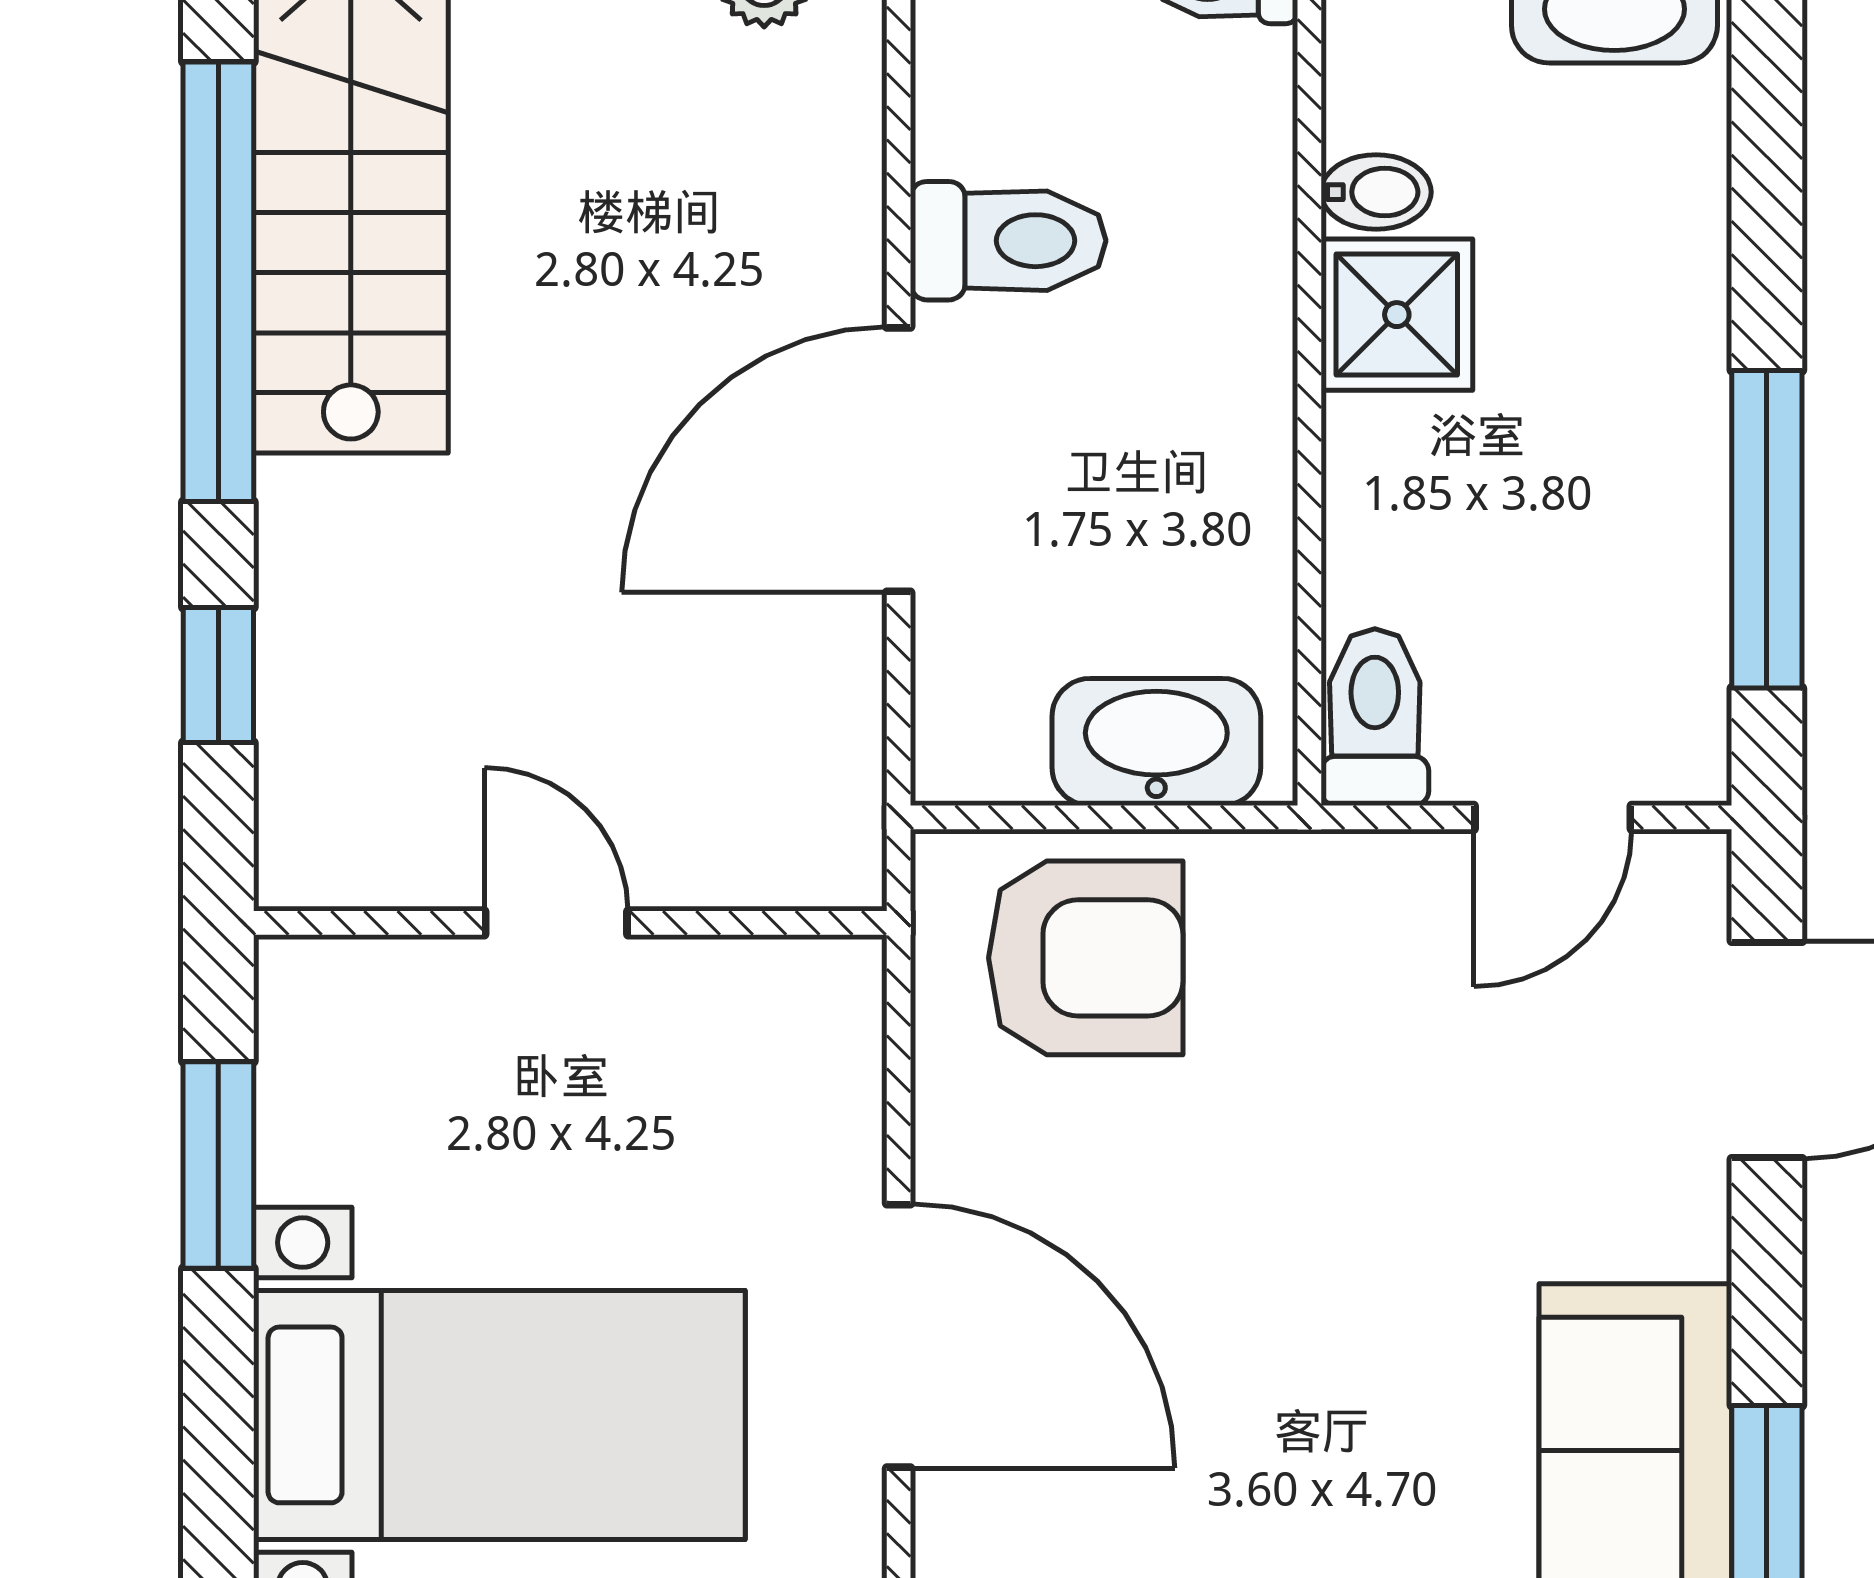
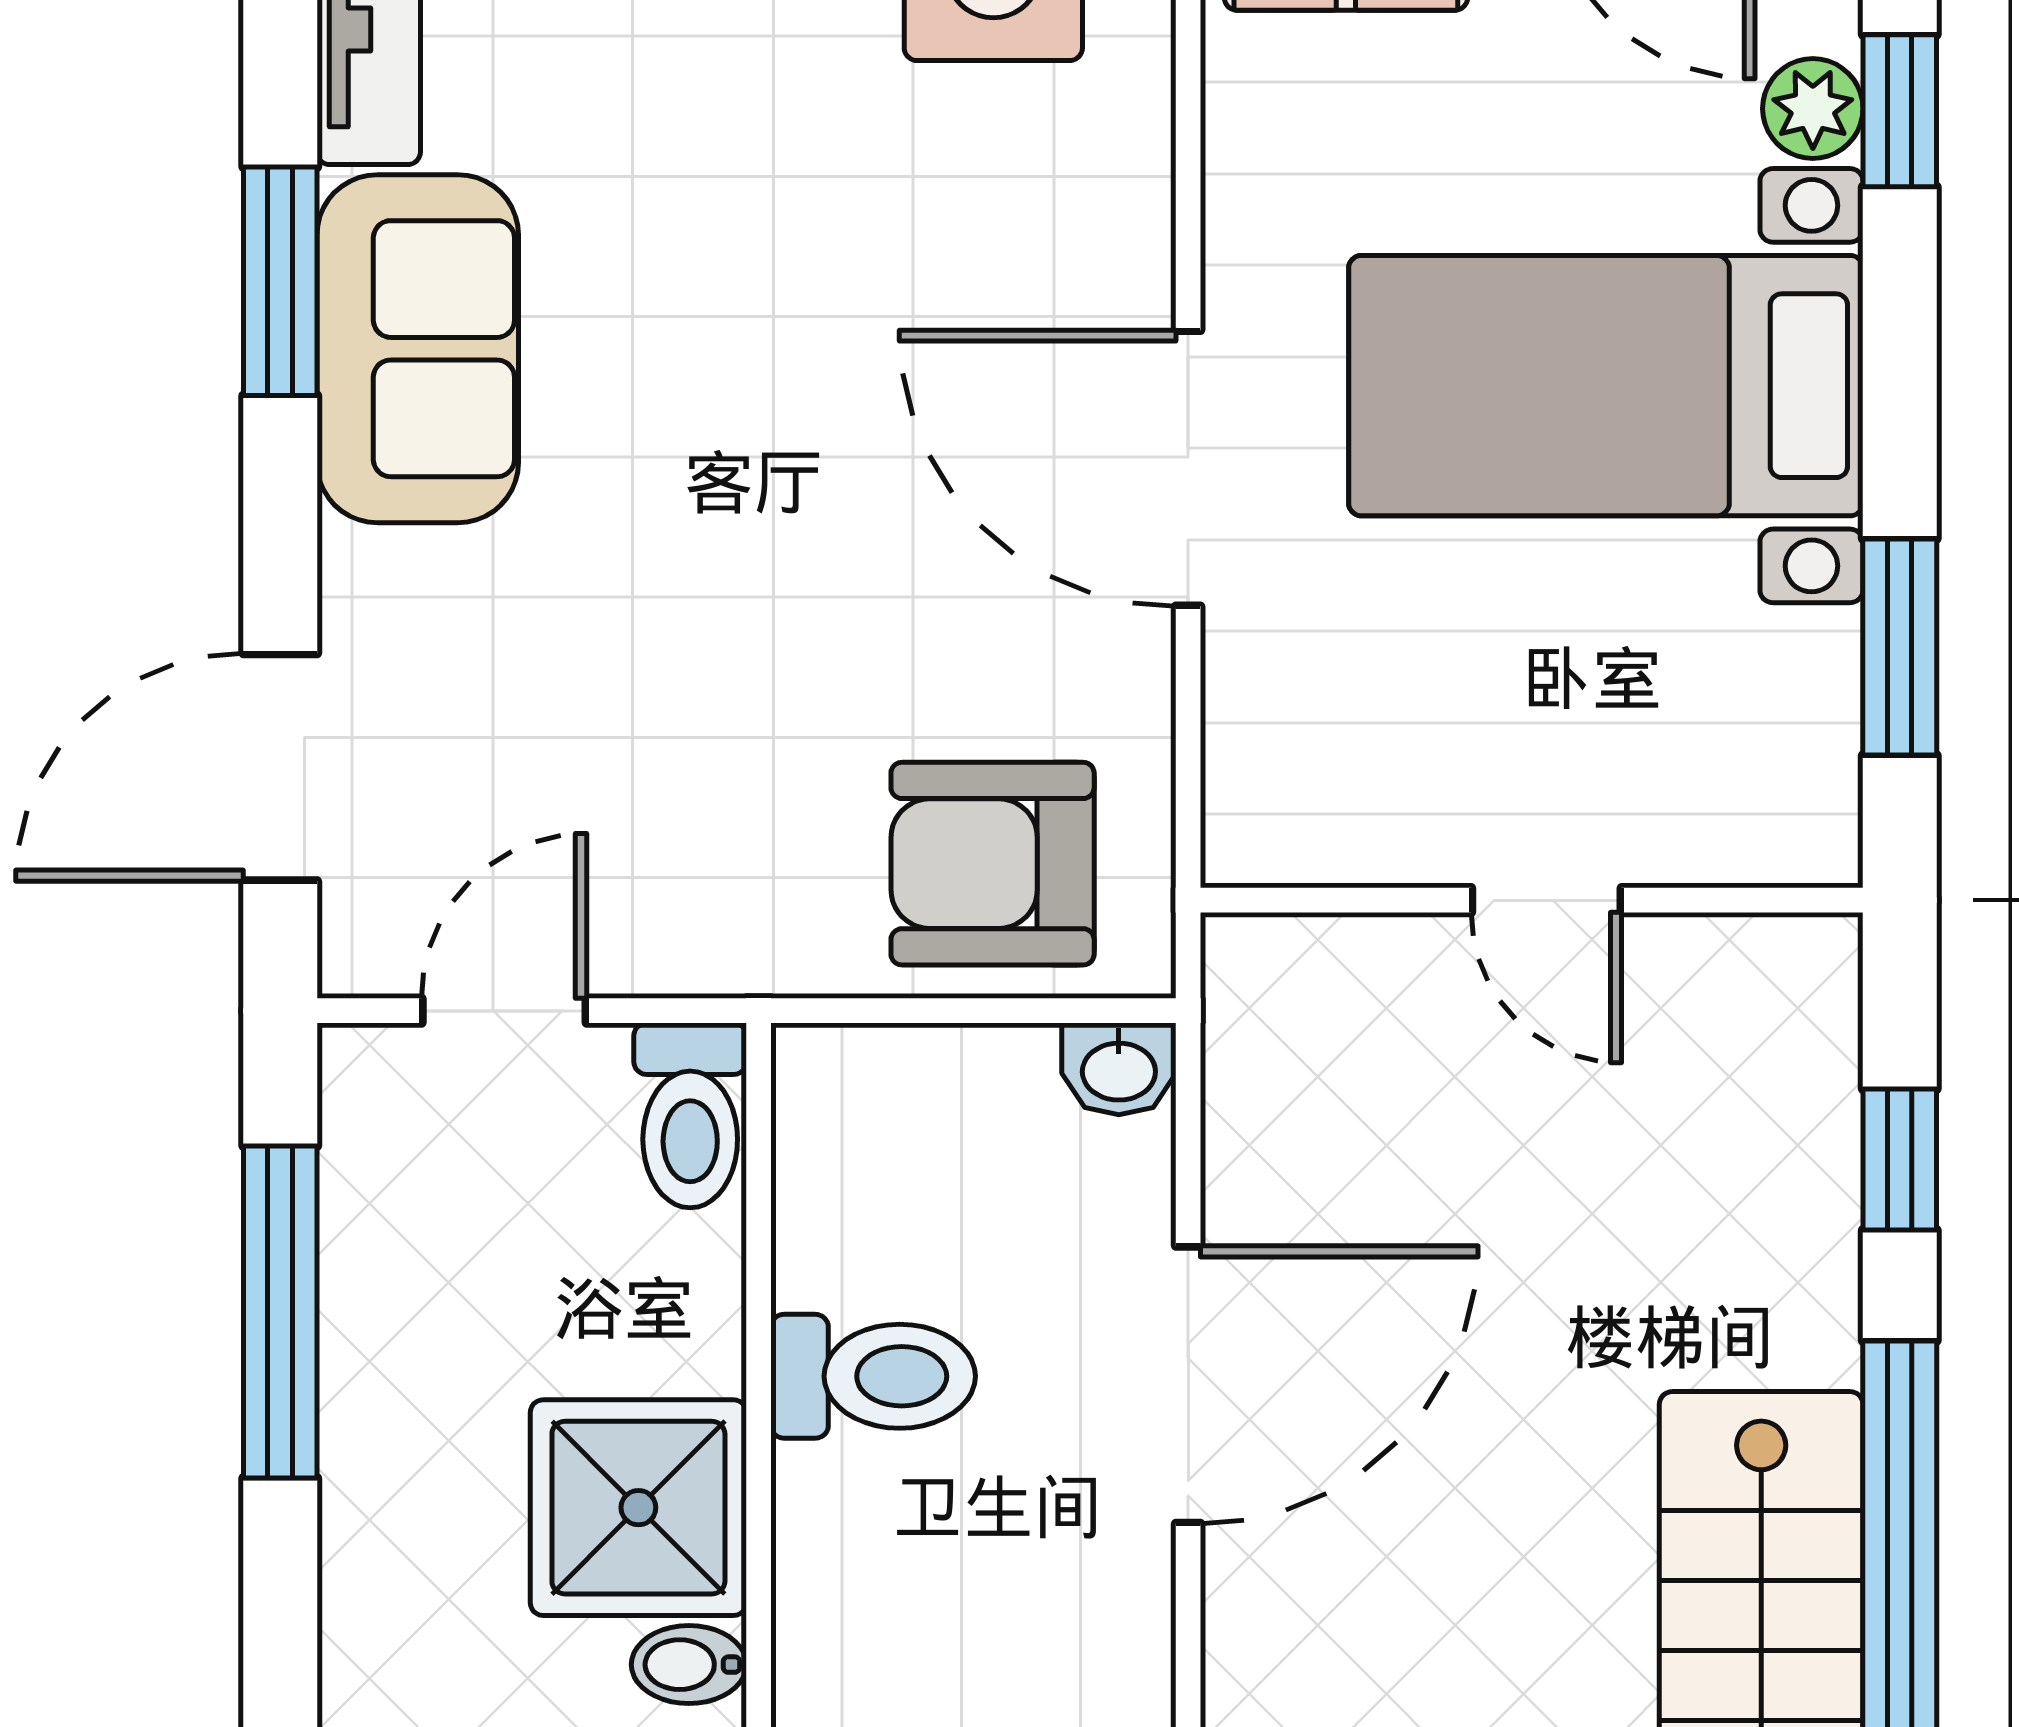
toilet: (1008, 241) -> (873, 1376), moved, turned 180
shower: (1397, 315) -> (638, 1508), width x1.36, depth x1.36
washbasin: (1156, 742) -> (1119, 1069), moved, width x0.52, depth x0.69

